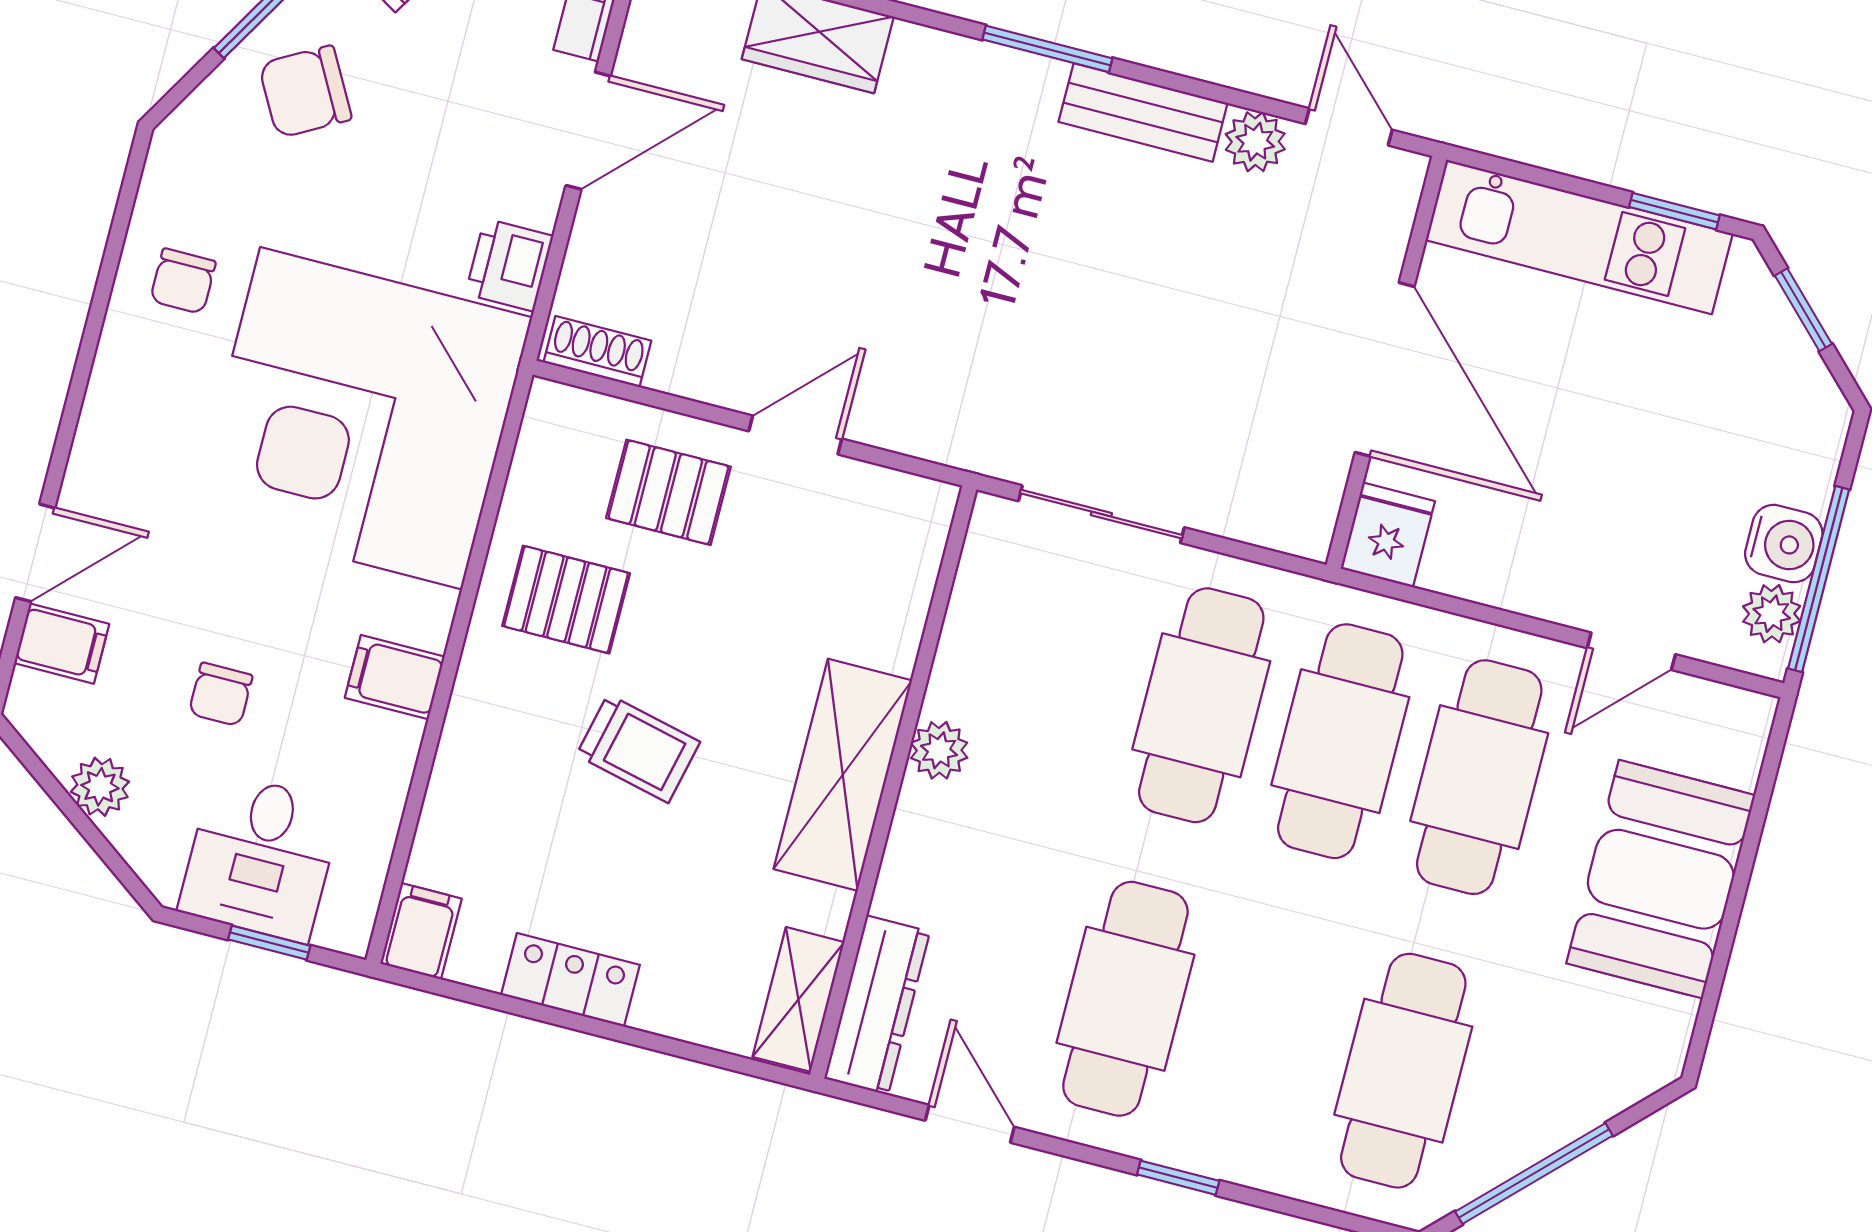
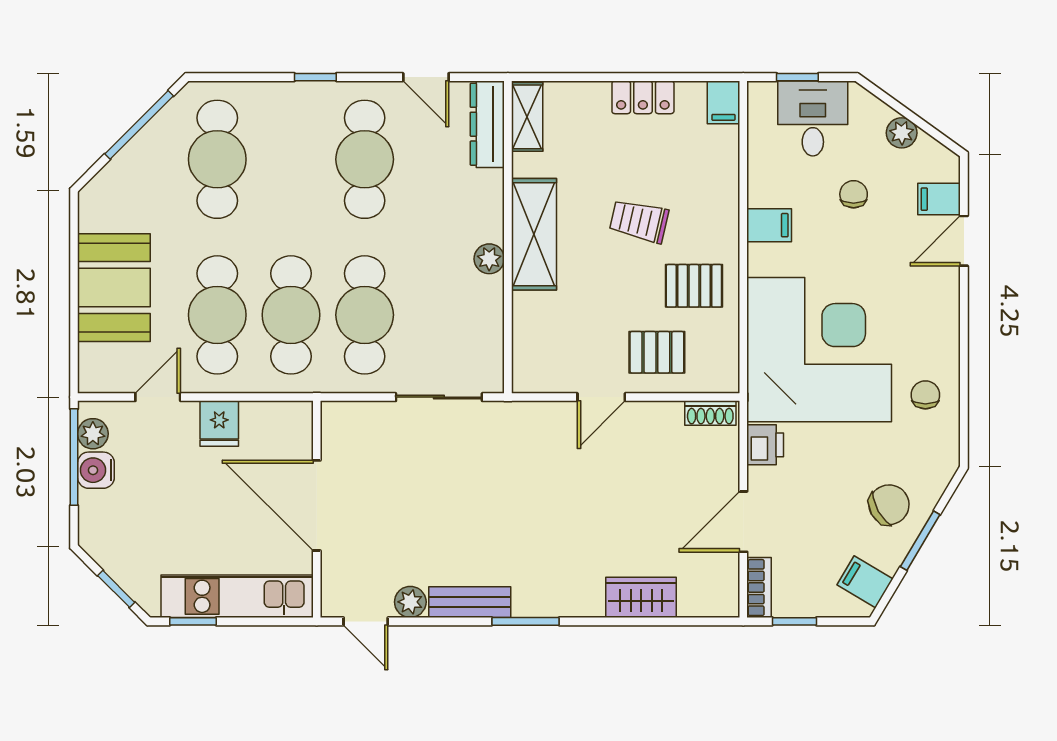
fridge: (1388, 535) -> (219, 424), moved

